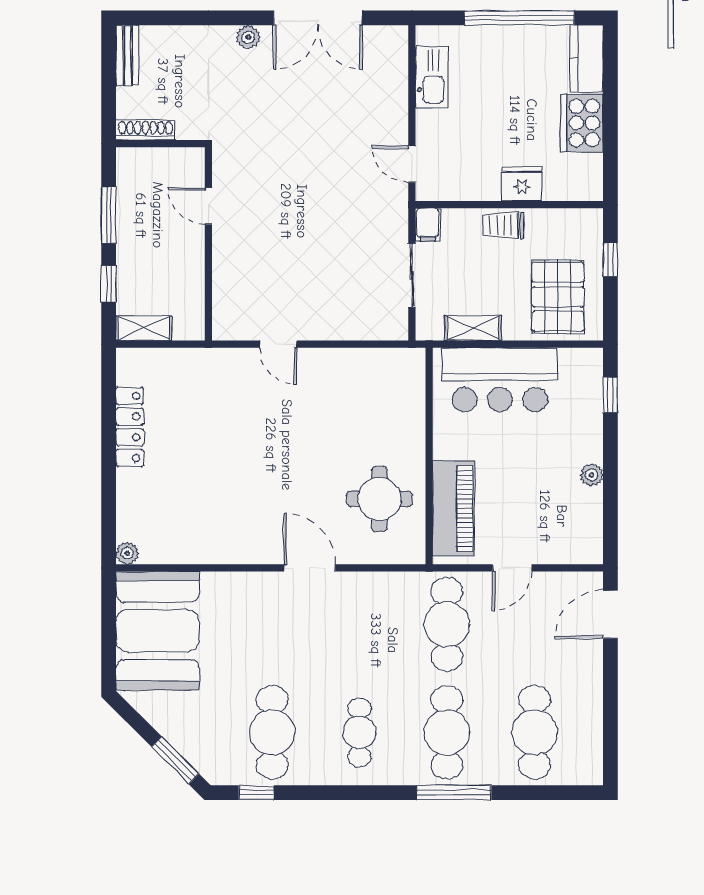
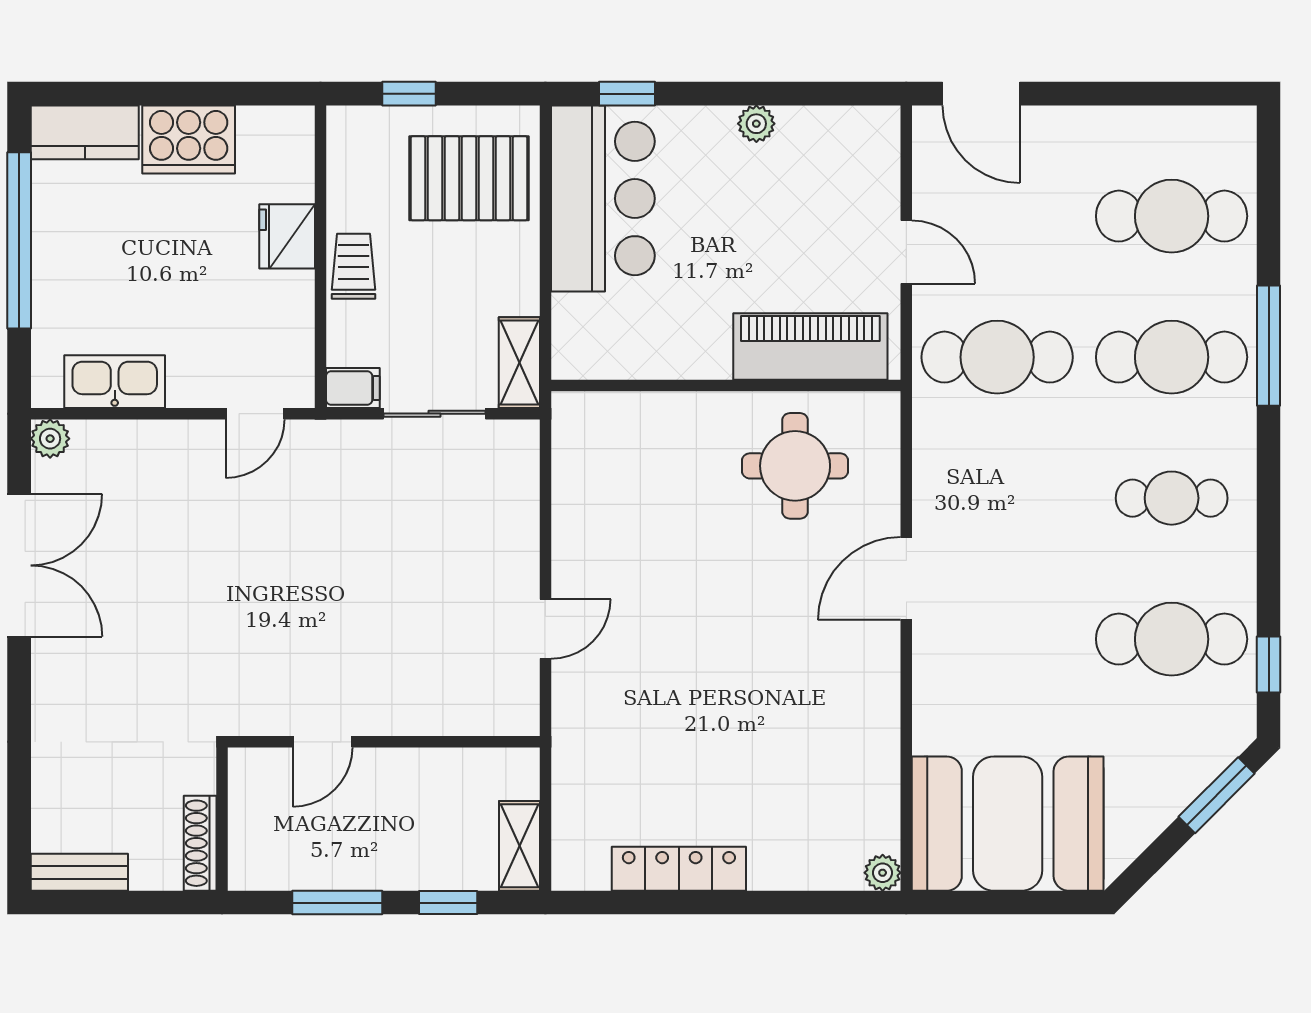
plant: (248, 37) -> (50, 439), moved
trolley: (503, 225) -> (354, 266), turned 180
shelving: (473, 328) -> (519, 363), moved
bar counter: (500, 380) -> (603, 199), moved

